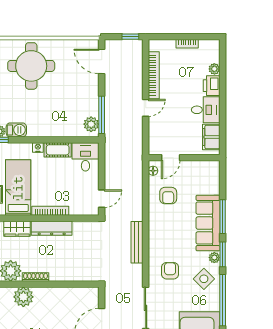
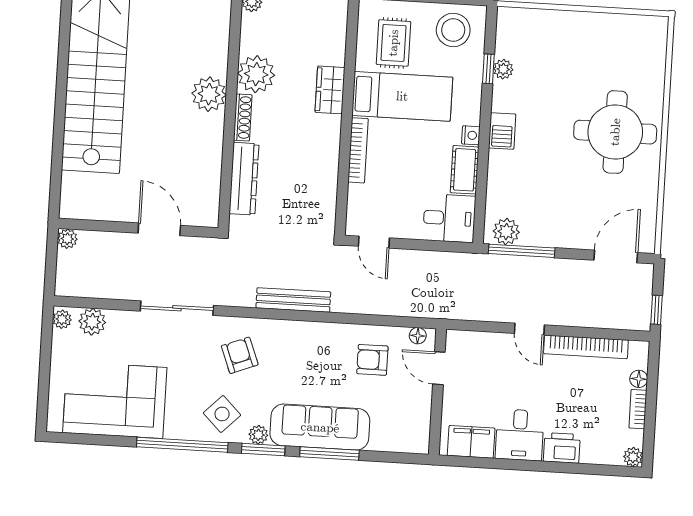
floor lamp: (170, 44) -> (639, 379), added
plant: (214, 69) -> (633, 457), moved
barbecue: (16, 130) -> (502, 131), moved
dresser: (52, 228) -> (244, 179), moved, turned 180
armchair: (170, 271) -> (240, 355), turned -111

